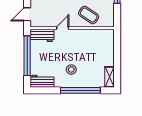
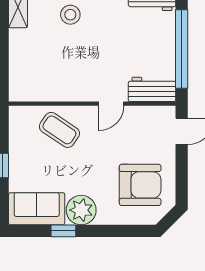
stool: (71, 70) -> (70, 15), moved

